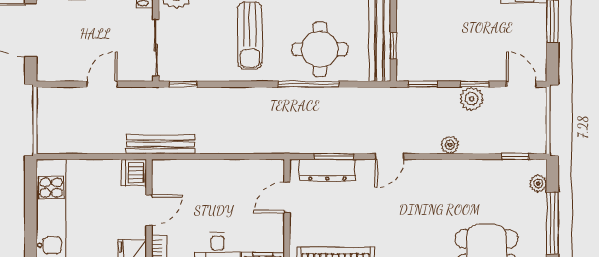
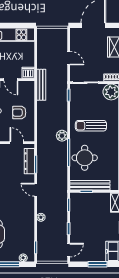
plant: (472, 99) -> (62, 136), moved
armchair: (221, 192) -> (19, 113), added

